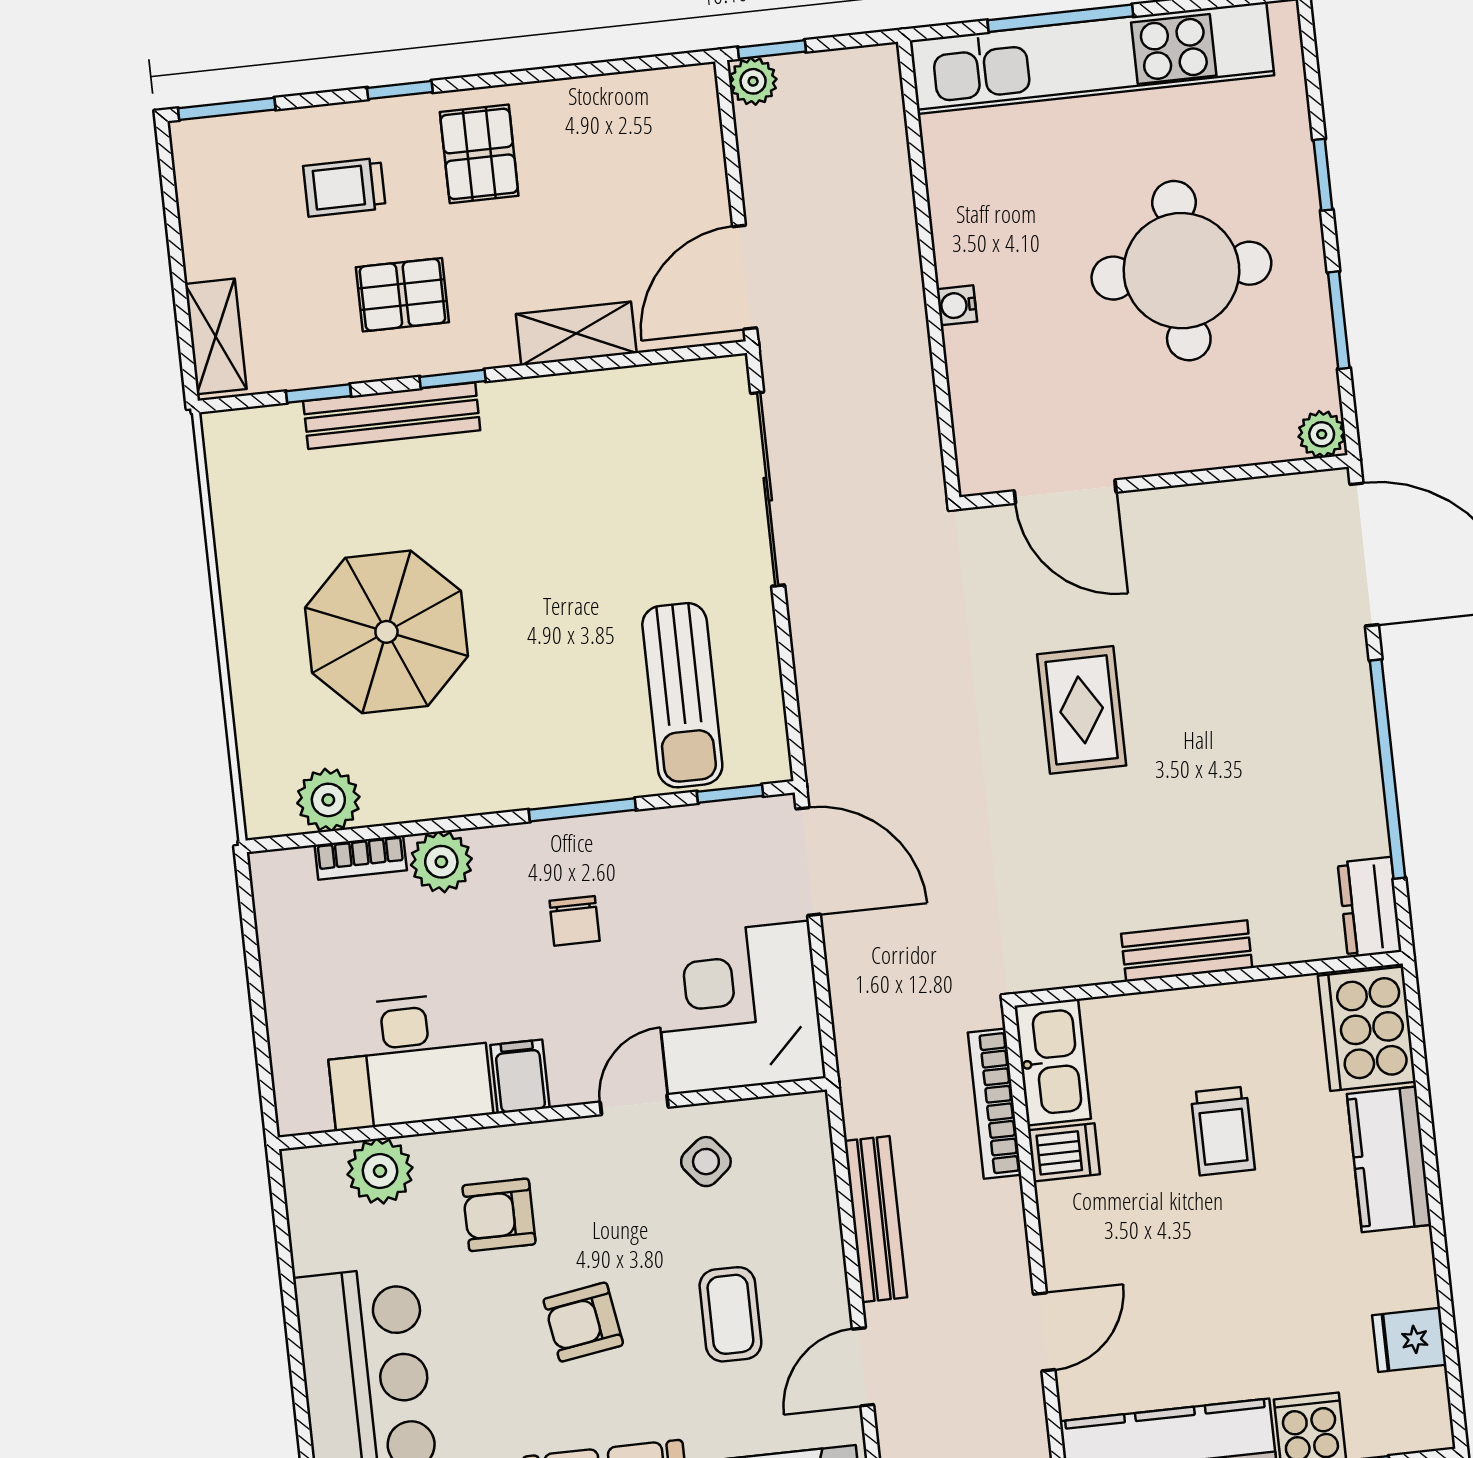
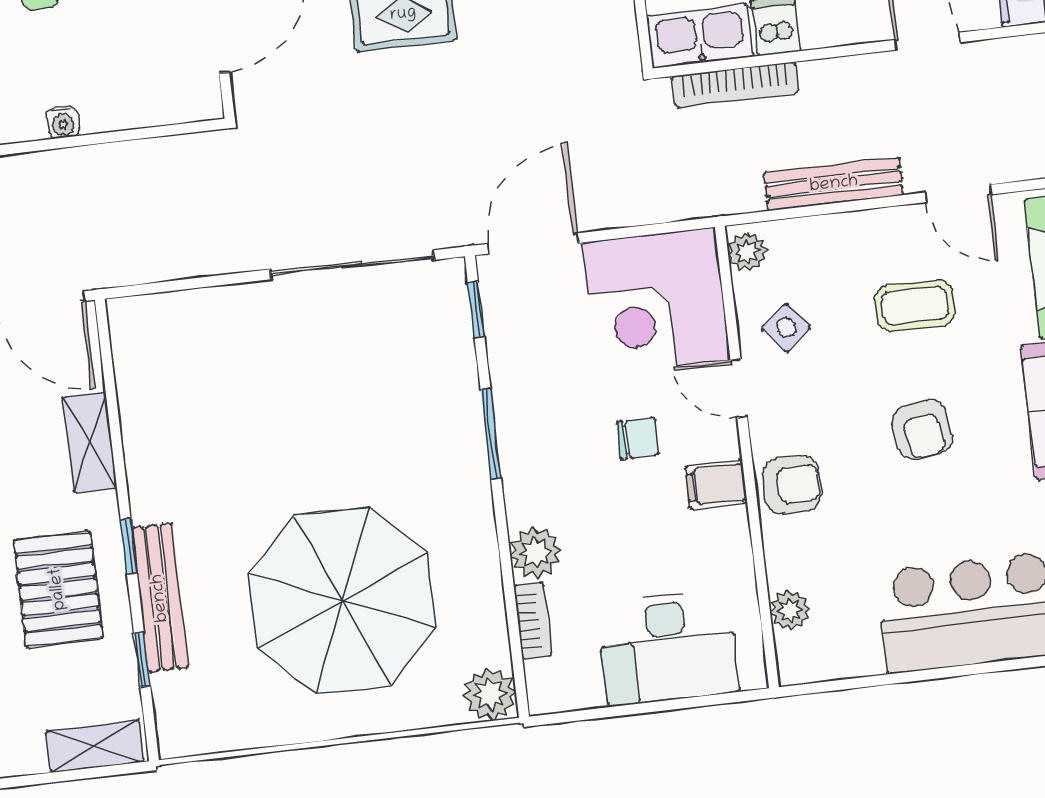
pallet: (402, 295) -> (58, 589), width x1.50, depth x1.42
sliding door: (768, 489) -> (352, 265), moved
parasol: (386, 632) -> (342, 600), width x1.36, depth x1.36
sun lounger: (682, 695) -> (394, 351), removed
plant: (328, 800) -> (490, 694), moved
chair: (575, 921) -> (638, 438), moved
desk: (408, 1061) -> (668, 648), moved, turned 90
plant: (796, 1116) -> (747, 252), added
plant: (380, 1171) -> (790, 610), width x0.73, depth x0.73
armchair: (499, 1215) -> (792, 485), moved, turned -90

